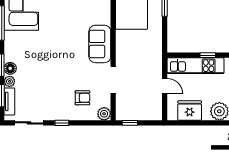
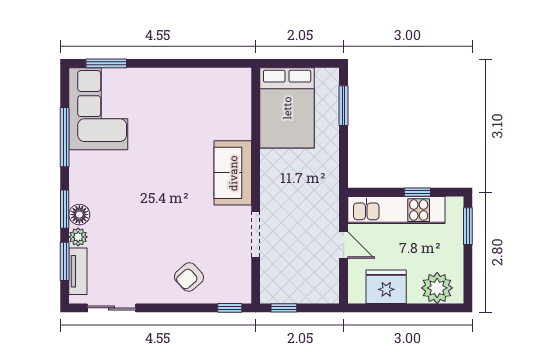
armchair: (82, 98) -> (189, 277), moved, turned 138
plant: (104, 114) -> (240, 292), removed
window: (62, 123) -> (230, 308), moved

